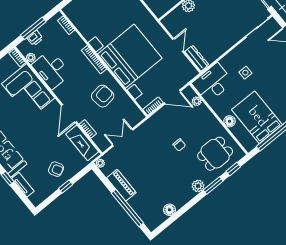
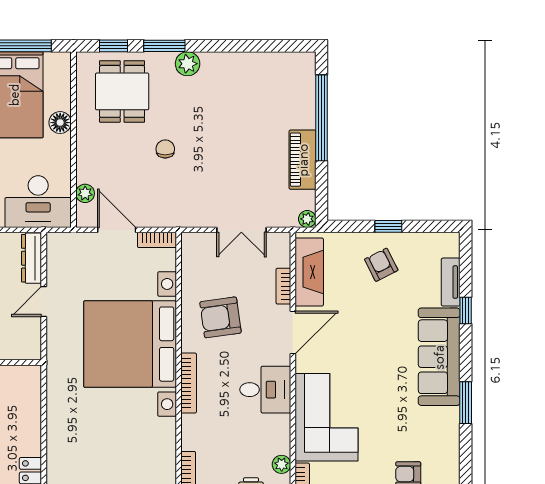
desk: (51, 69) -> (265, 390), moved, width x0.73
dining table: (215, 154) -> (122, 91), turned 90
floor lamp: (169, 210) -> (260, 63), removed

